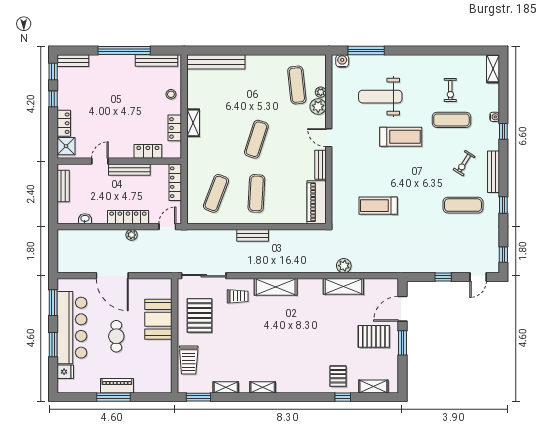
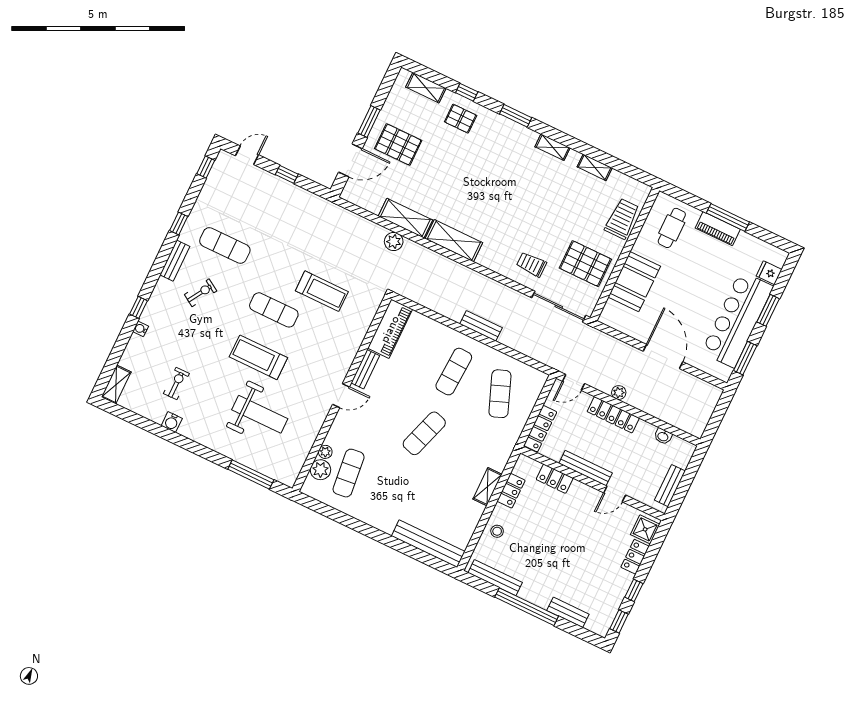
bench: (73, 61) -> (568, 612), moved
water cooler: (342, 61) -> (172, 422), moved
plant: (318, 106) -> (320, 470), moved
exercise mat: (451, 120) -> (274, 310), moved
door: (329, 138) -> (341, 396), hinge flipped
bench: (493, 172) -> (175, 261), width x0.73
exercise mat: (216, 193) -> (500, 394), turned -42
shelving: (276, 287) -> (454, 241), moved
pallet: (199, 315) -> (585, 264), turned 90
cafe table: (116, 336) -> (672, 228), moved
pallet: (338, 376) -> (461, 119), turned 90
window: (198, 397) -> (516, 116), moved

